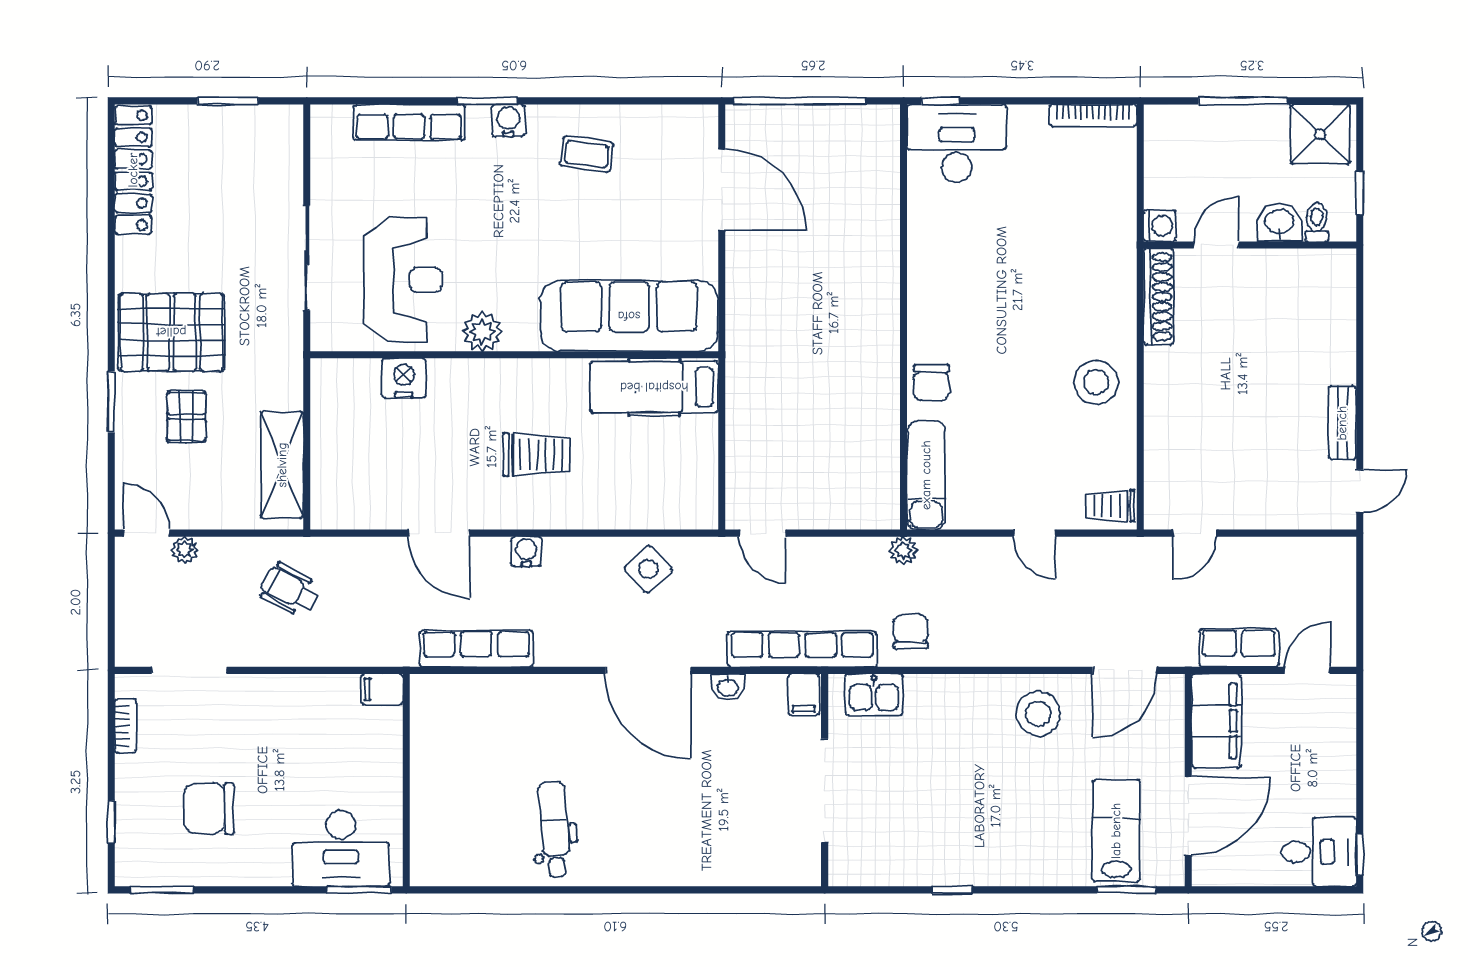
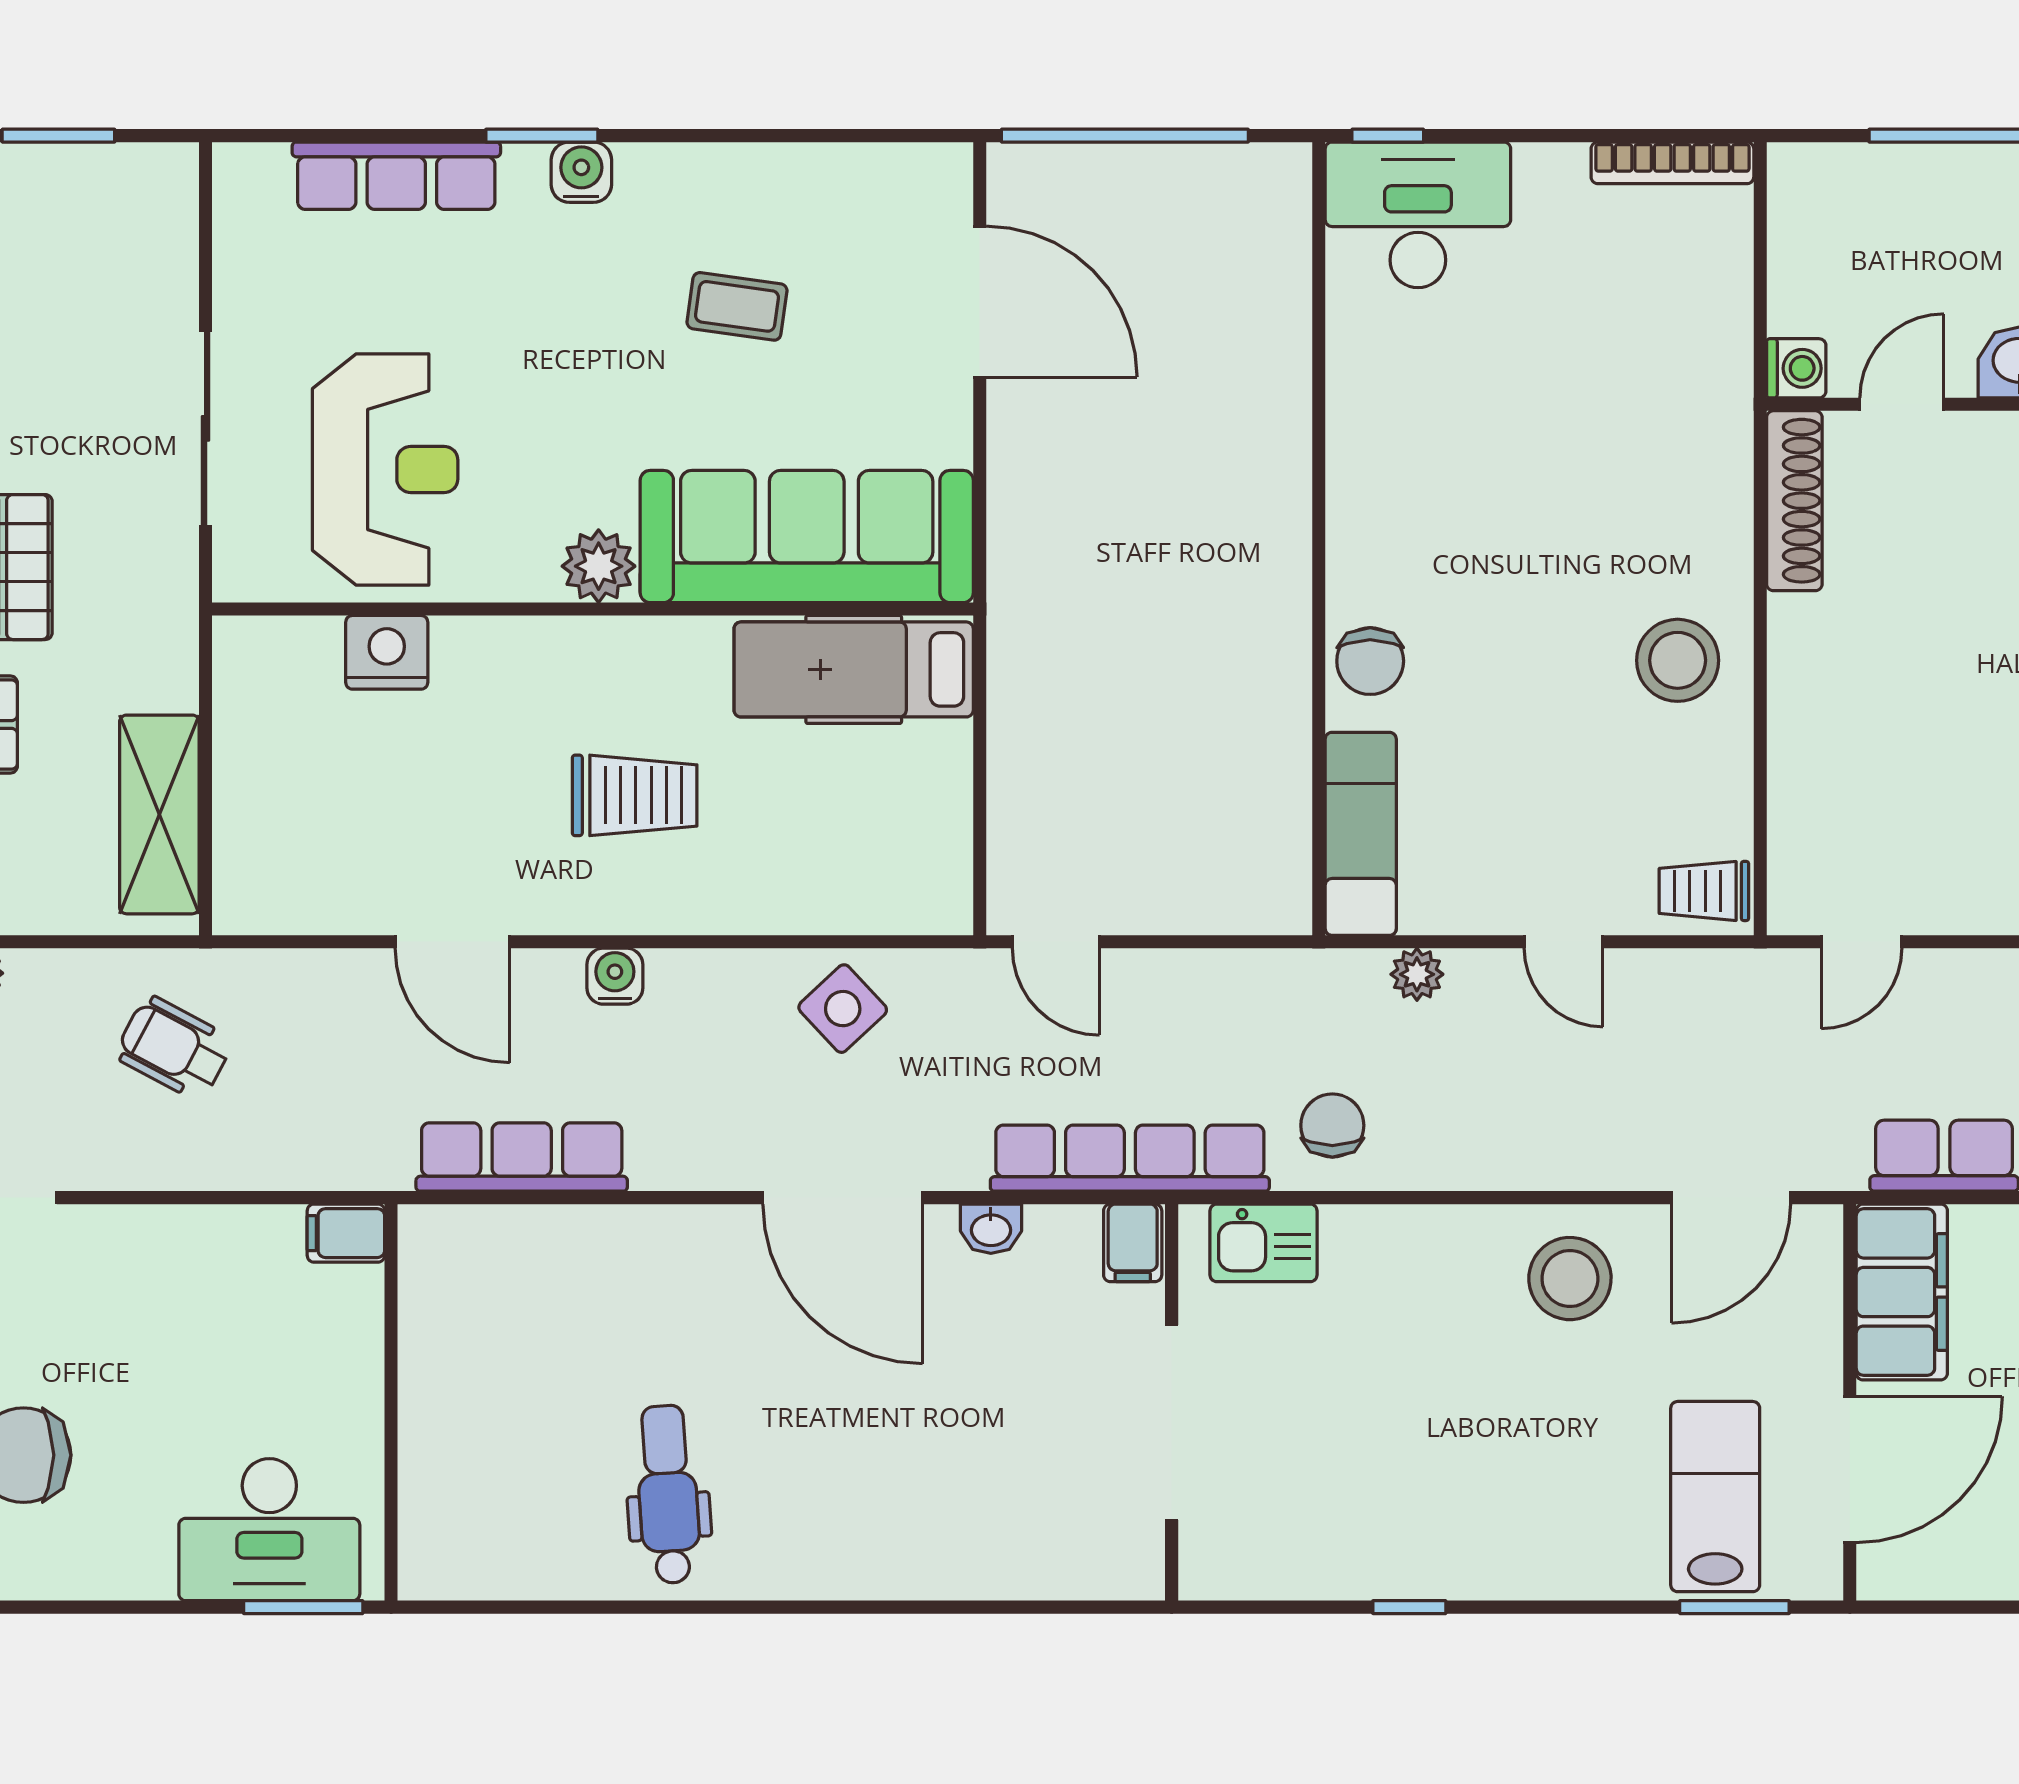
coffee table: (587, 154) -> (737, 306), moved
plant: (482, 332) -> (599, 566), moved
plant: (903, 551) -> (1417, 974), moved

